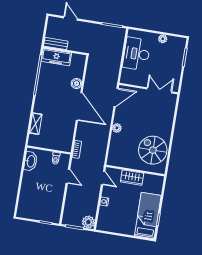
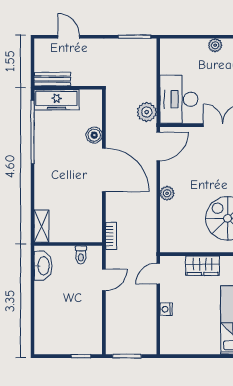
desk: (137, 54) -> (179, 99), moved
shelving: (36, 124) -> (42, 226), moved
door: (68, 176) -> (104, 280), hinge flipped
door: (103, 178) -> (158, 274), swing flipped
plant: (88, 222) -> (147, 112), moved

